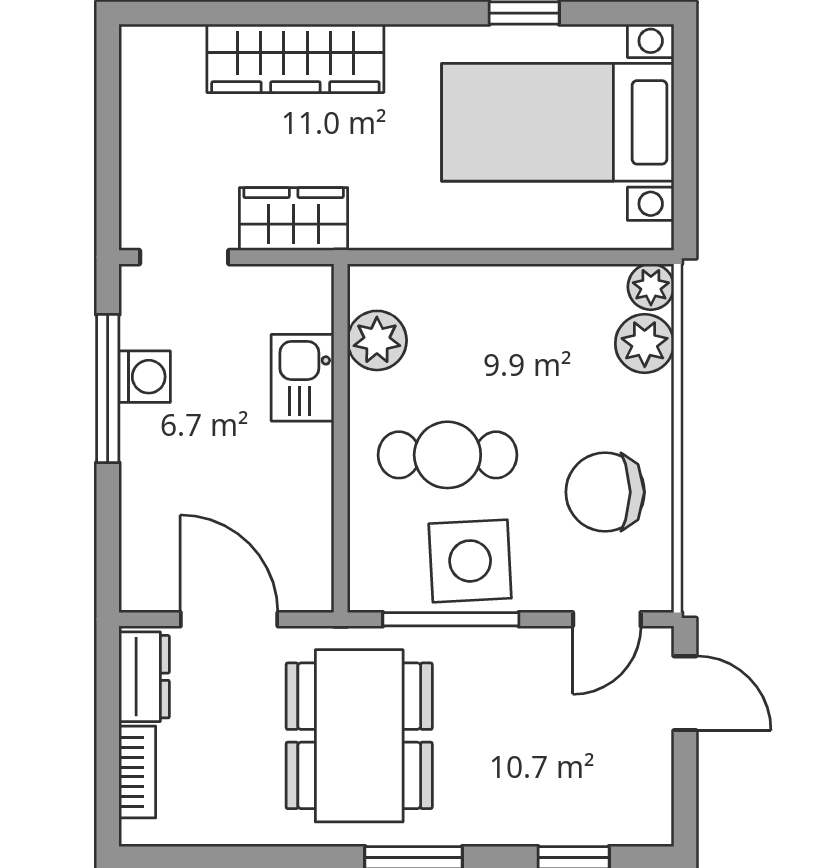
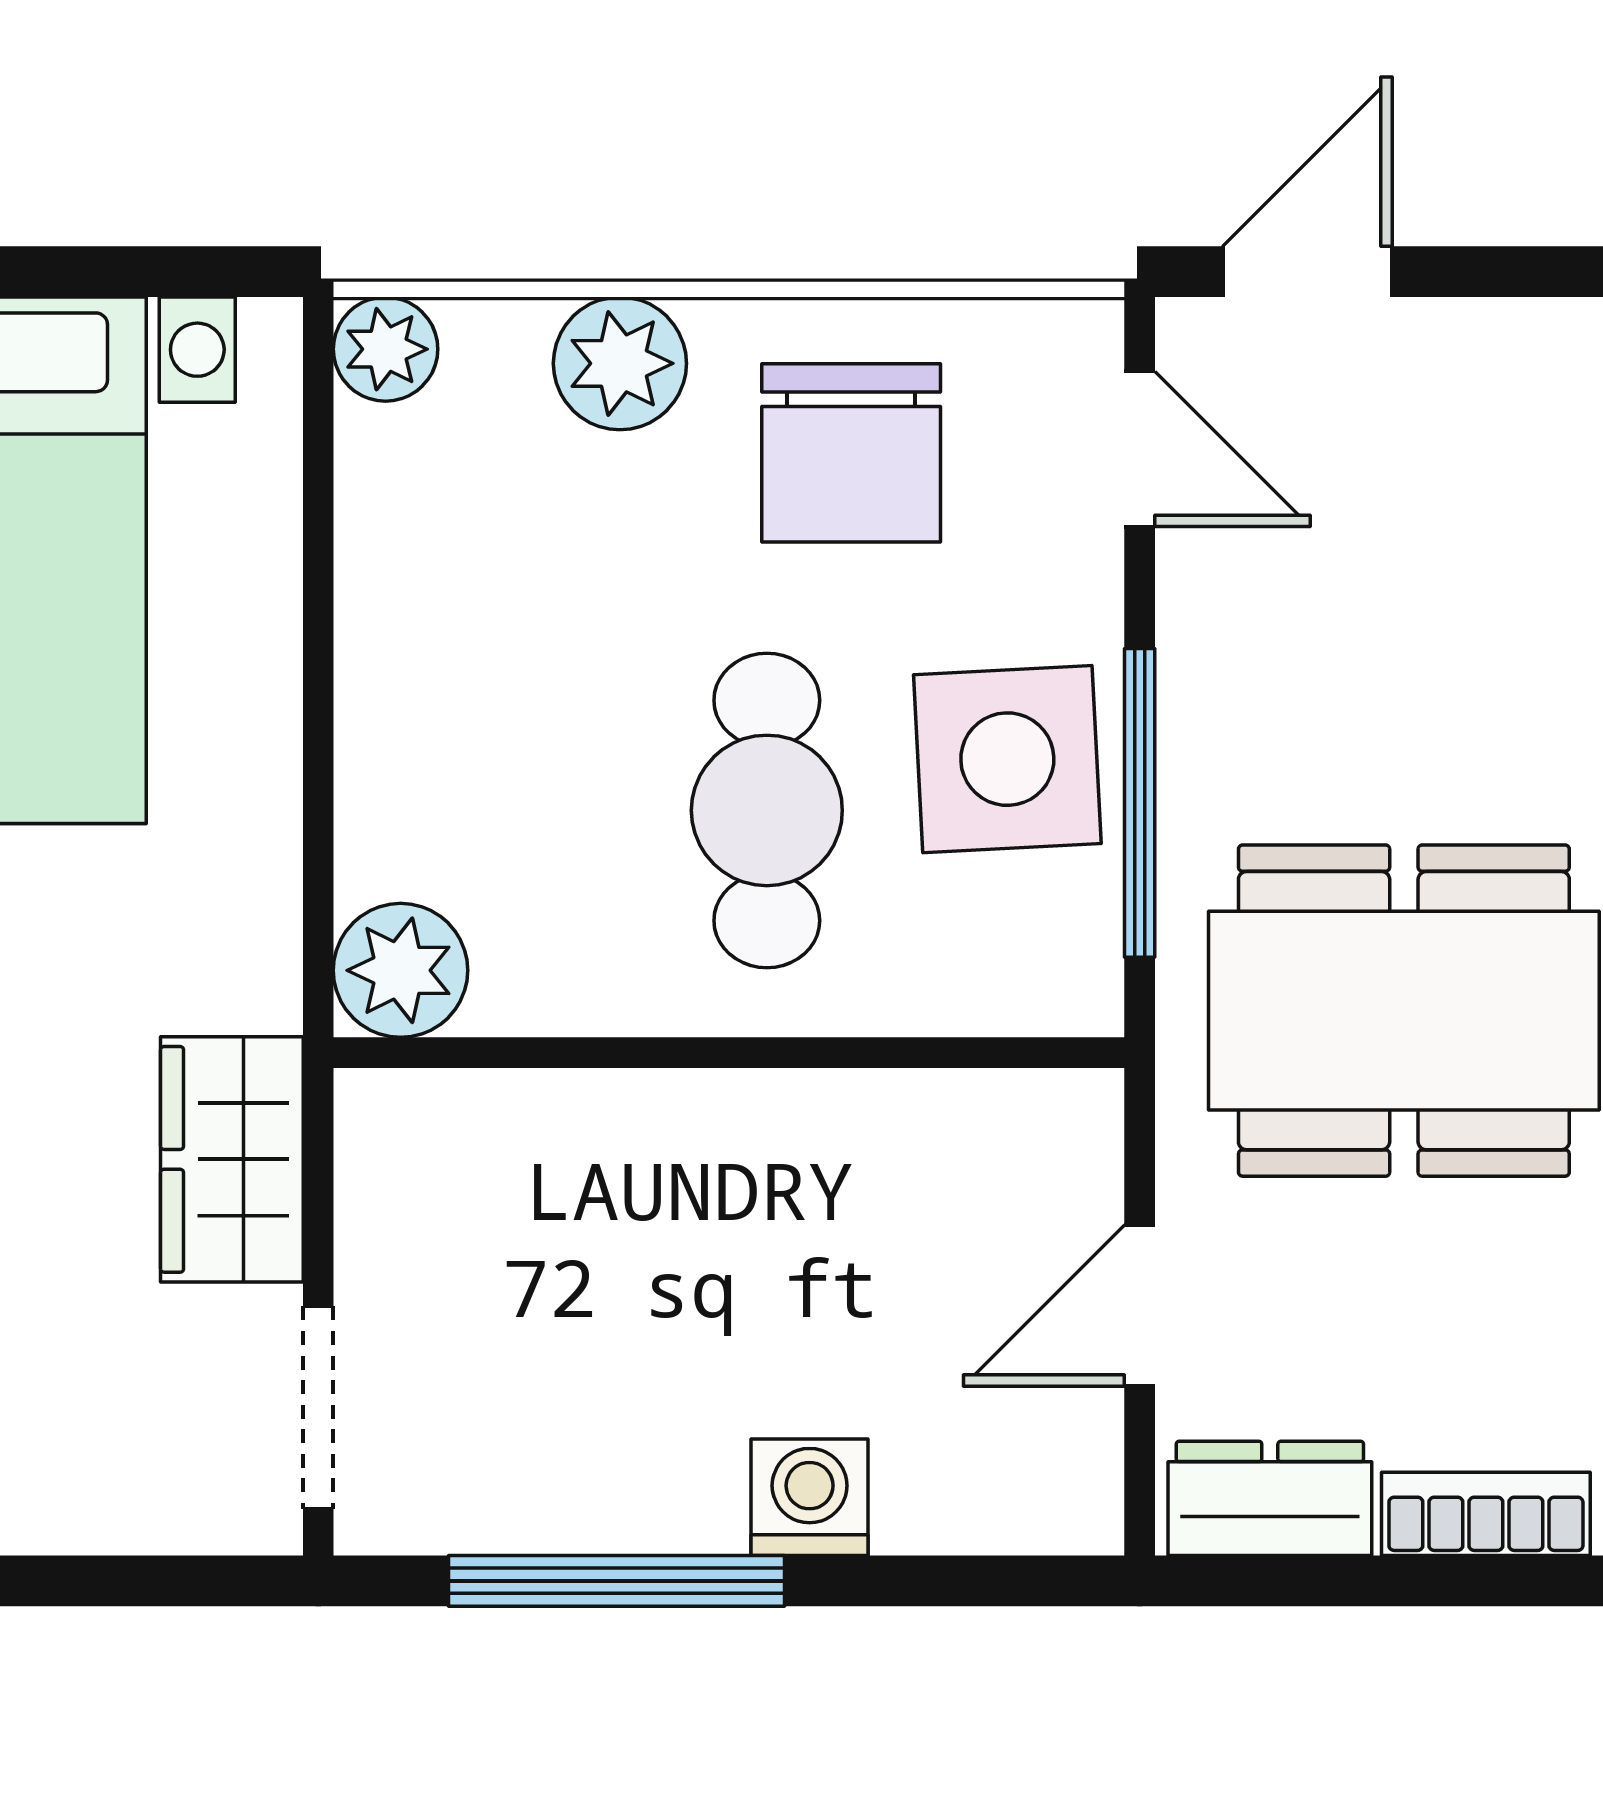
plant: (377, 340) -> (401, 970), moved
plant: (645, 344) -> (620, 363), moved
washing machine: (145, 377) -> (810, 1497), moved
kitchen sink: (303, 378) -> (592, 1139), removed
door: (229, 619) -> (1140, 1306), width x0.73

